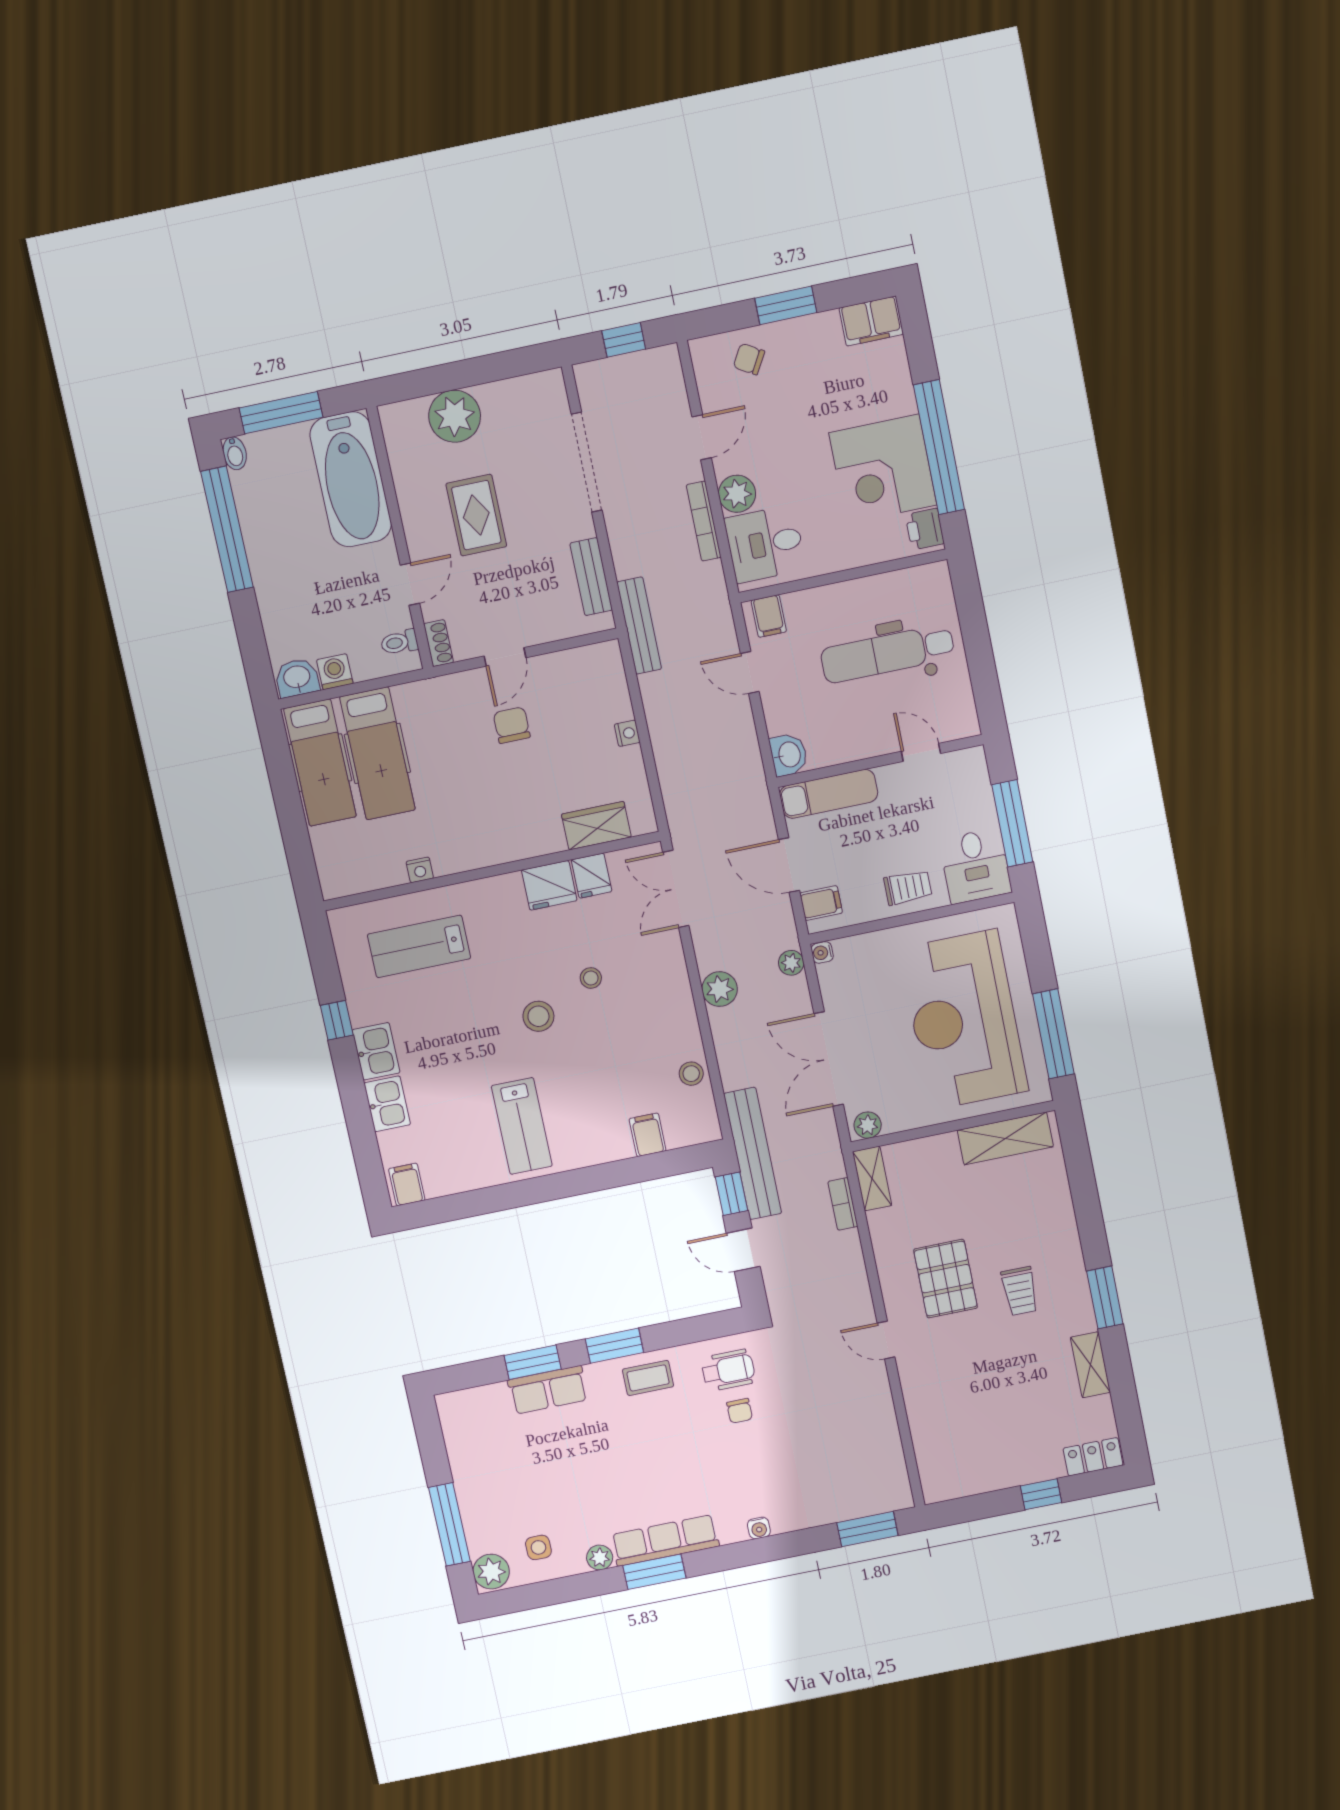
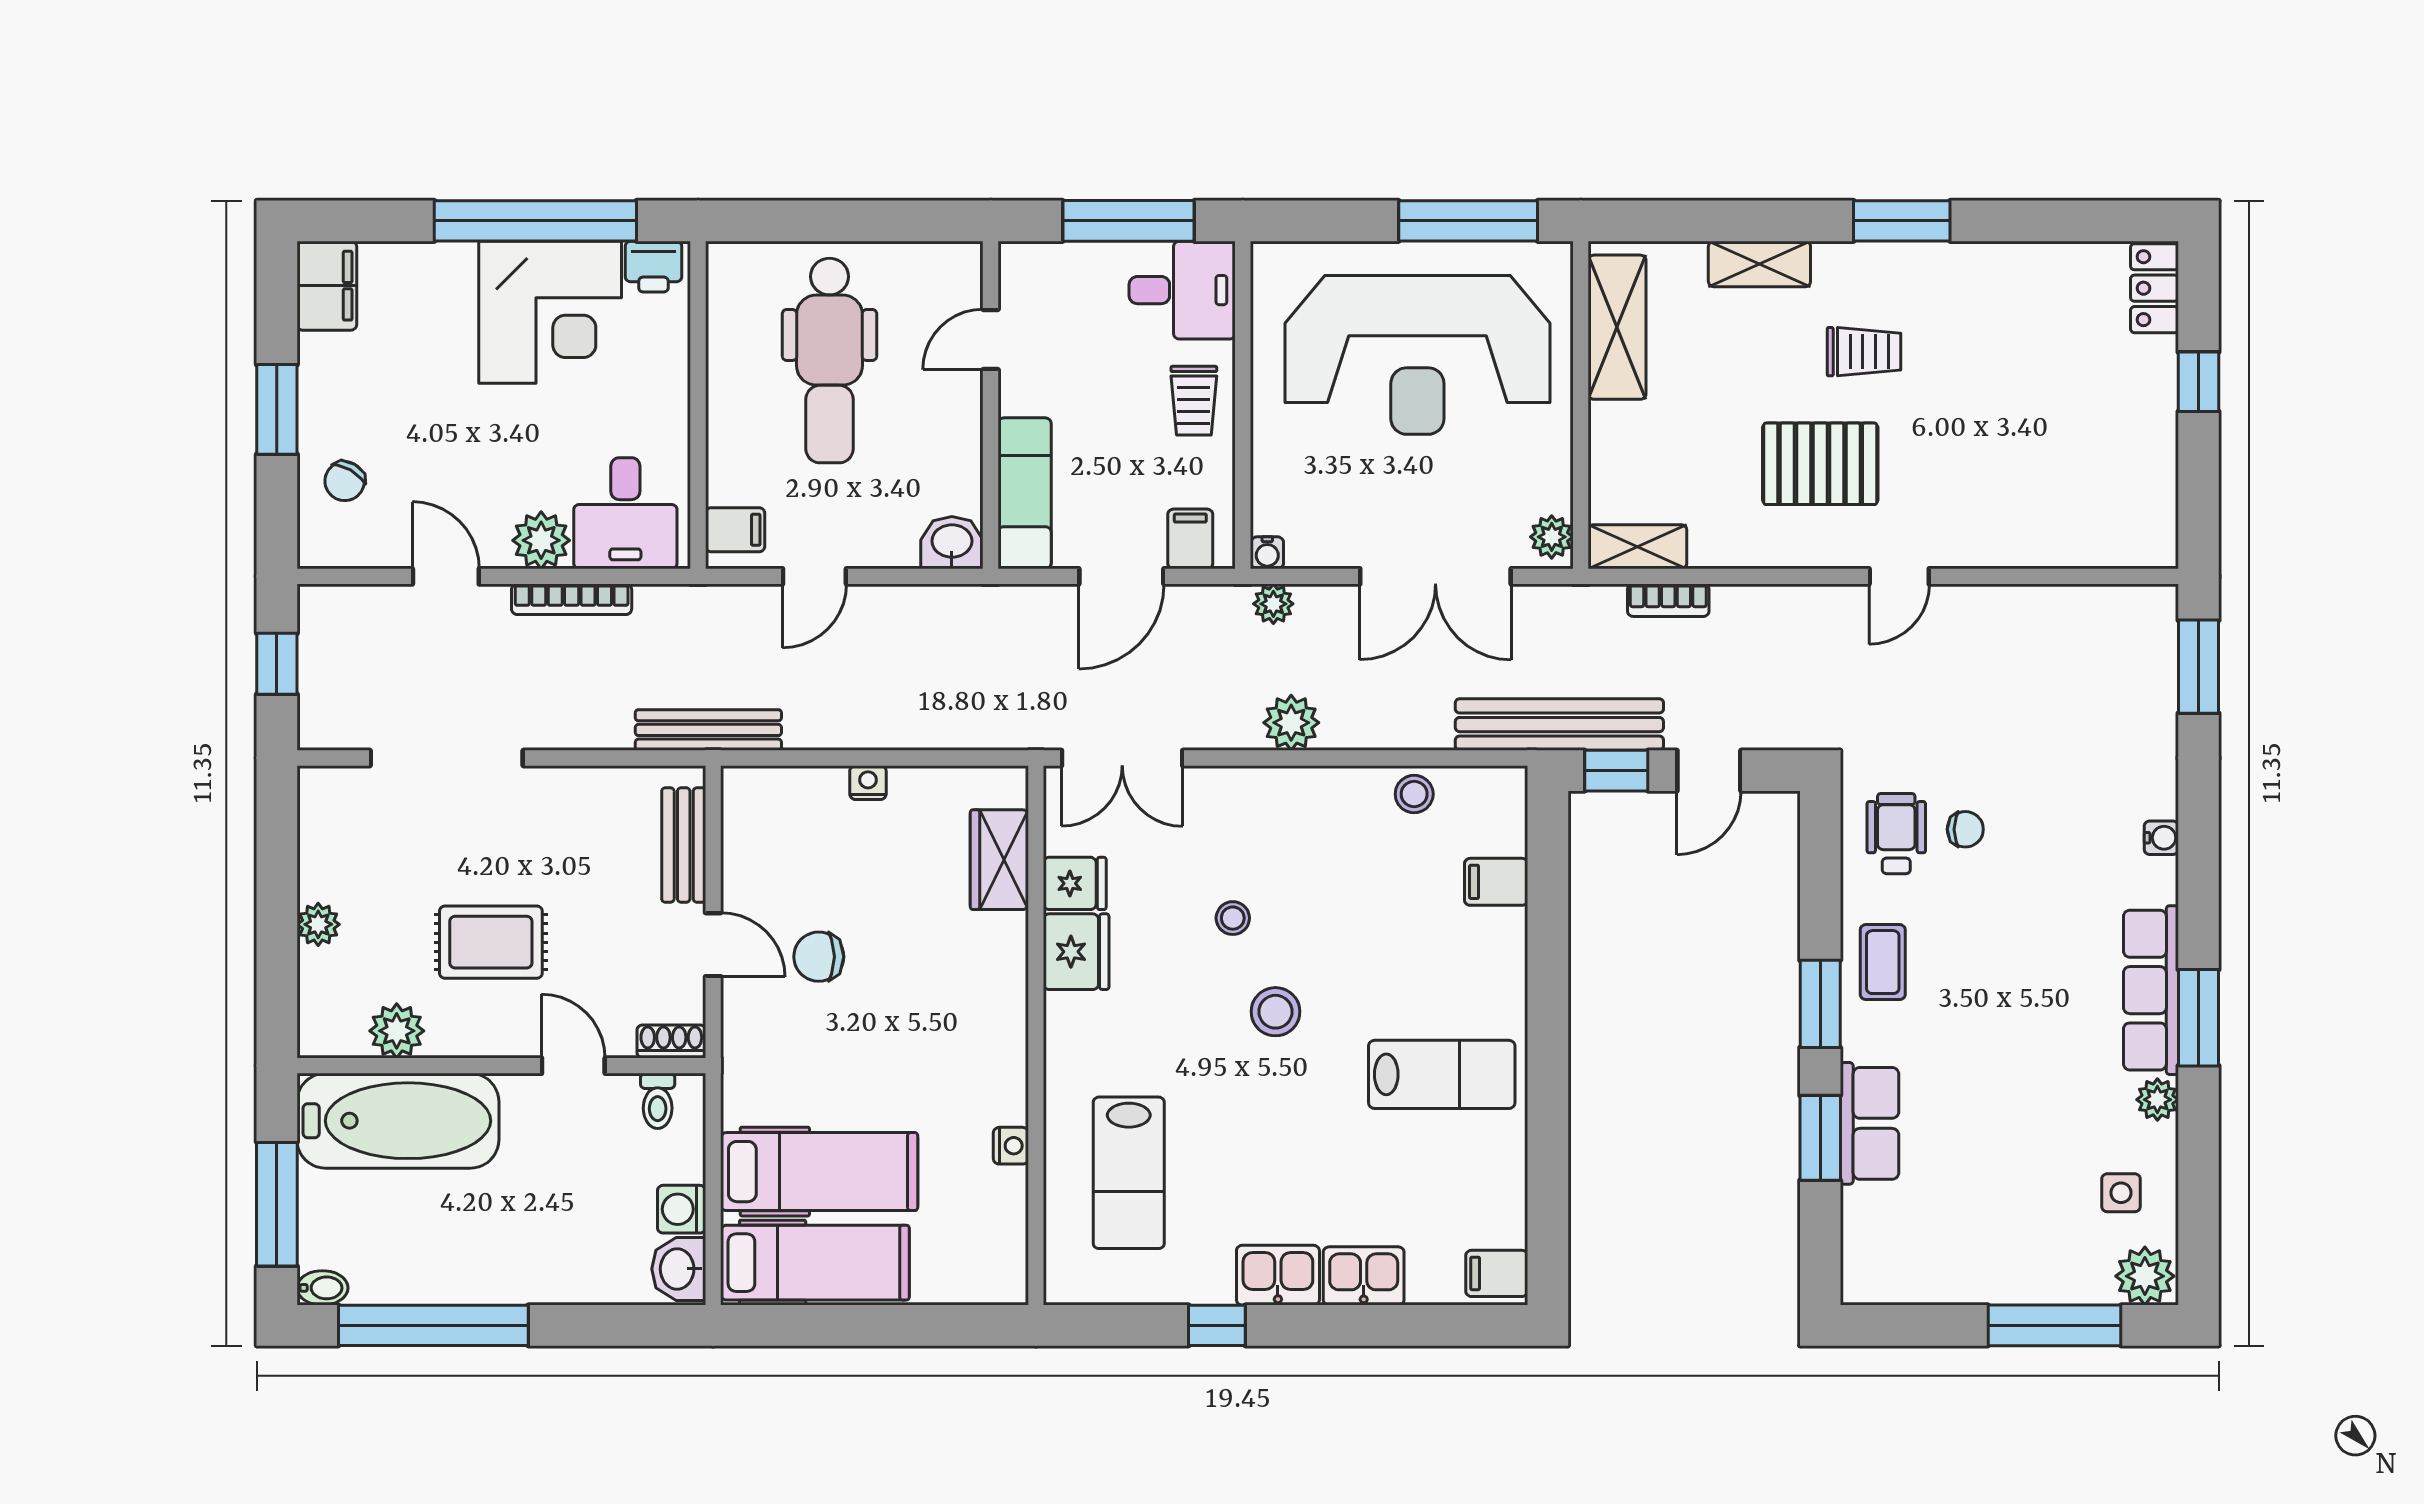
plant: (455, 416) -> (318, 924), width x0.53, depth x0.53
plant: (407, 467) -> (397, 1031), added
bench: (591, 577) -> (684, 845), moved, turned 90
trolley: (908, 887) -> (1194, 401), turned 180
shelving: (1090, 1365) -> (1759, 264), moved

